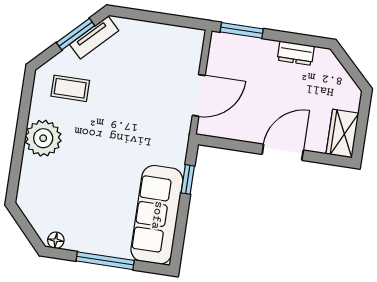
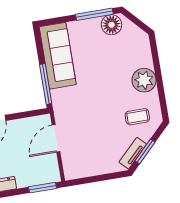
window: (188, 179) -> (46, 84), width x2.17
floor lamp: (56, 240) -> (111, 25), width x1.89, depth x1.89
window: (105, 261) -> (94, 14), moved

